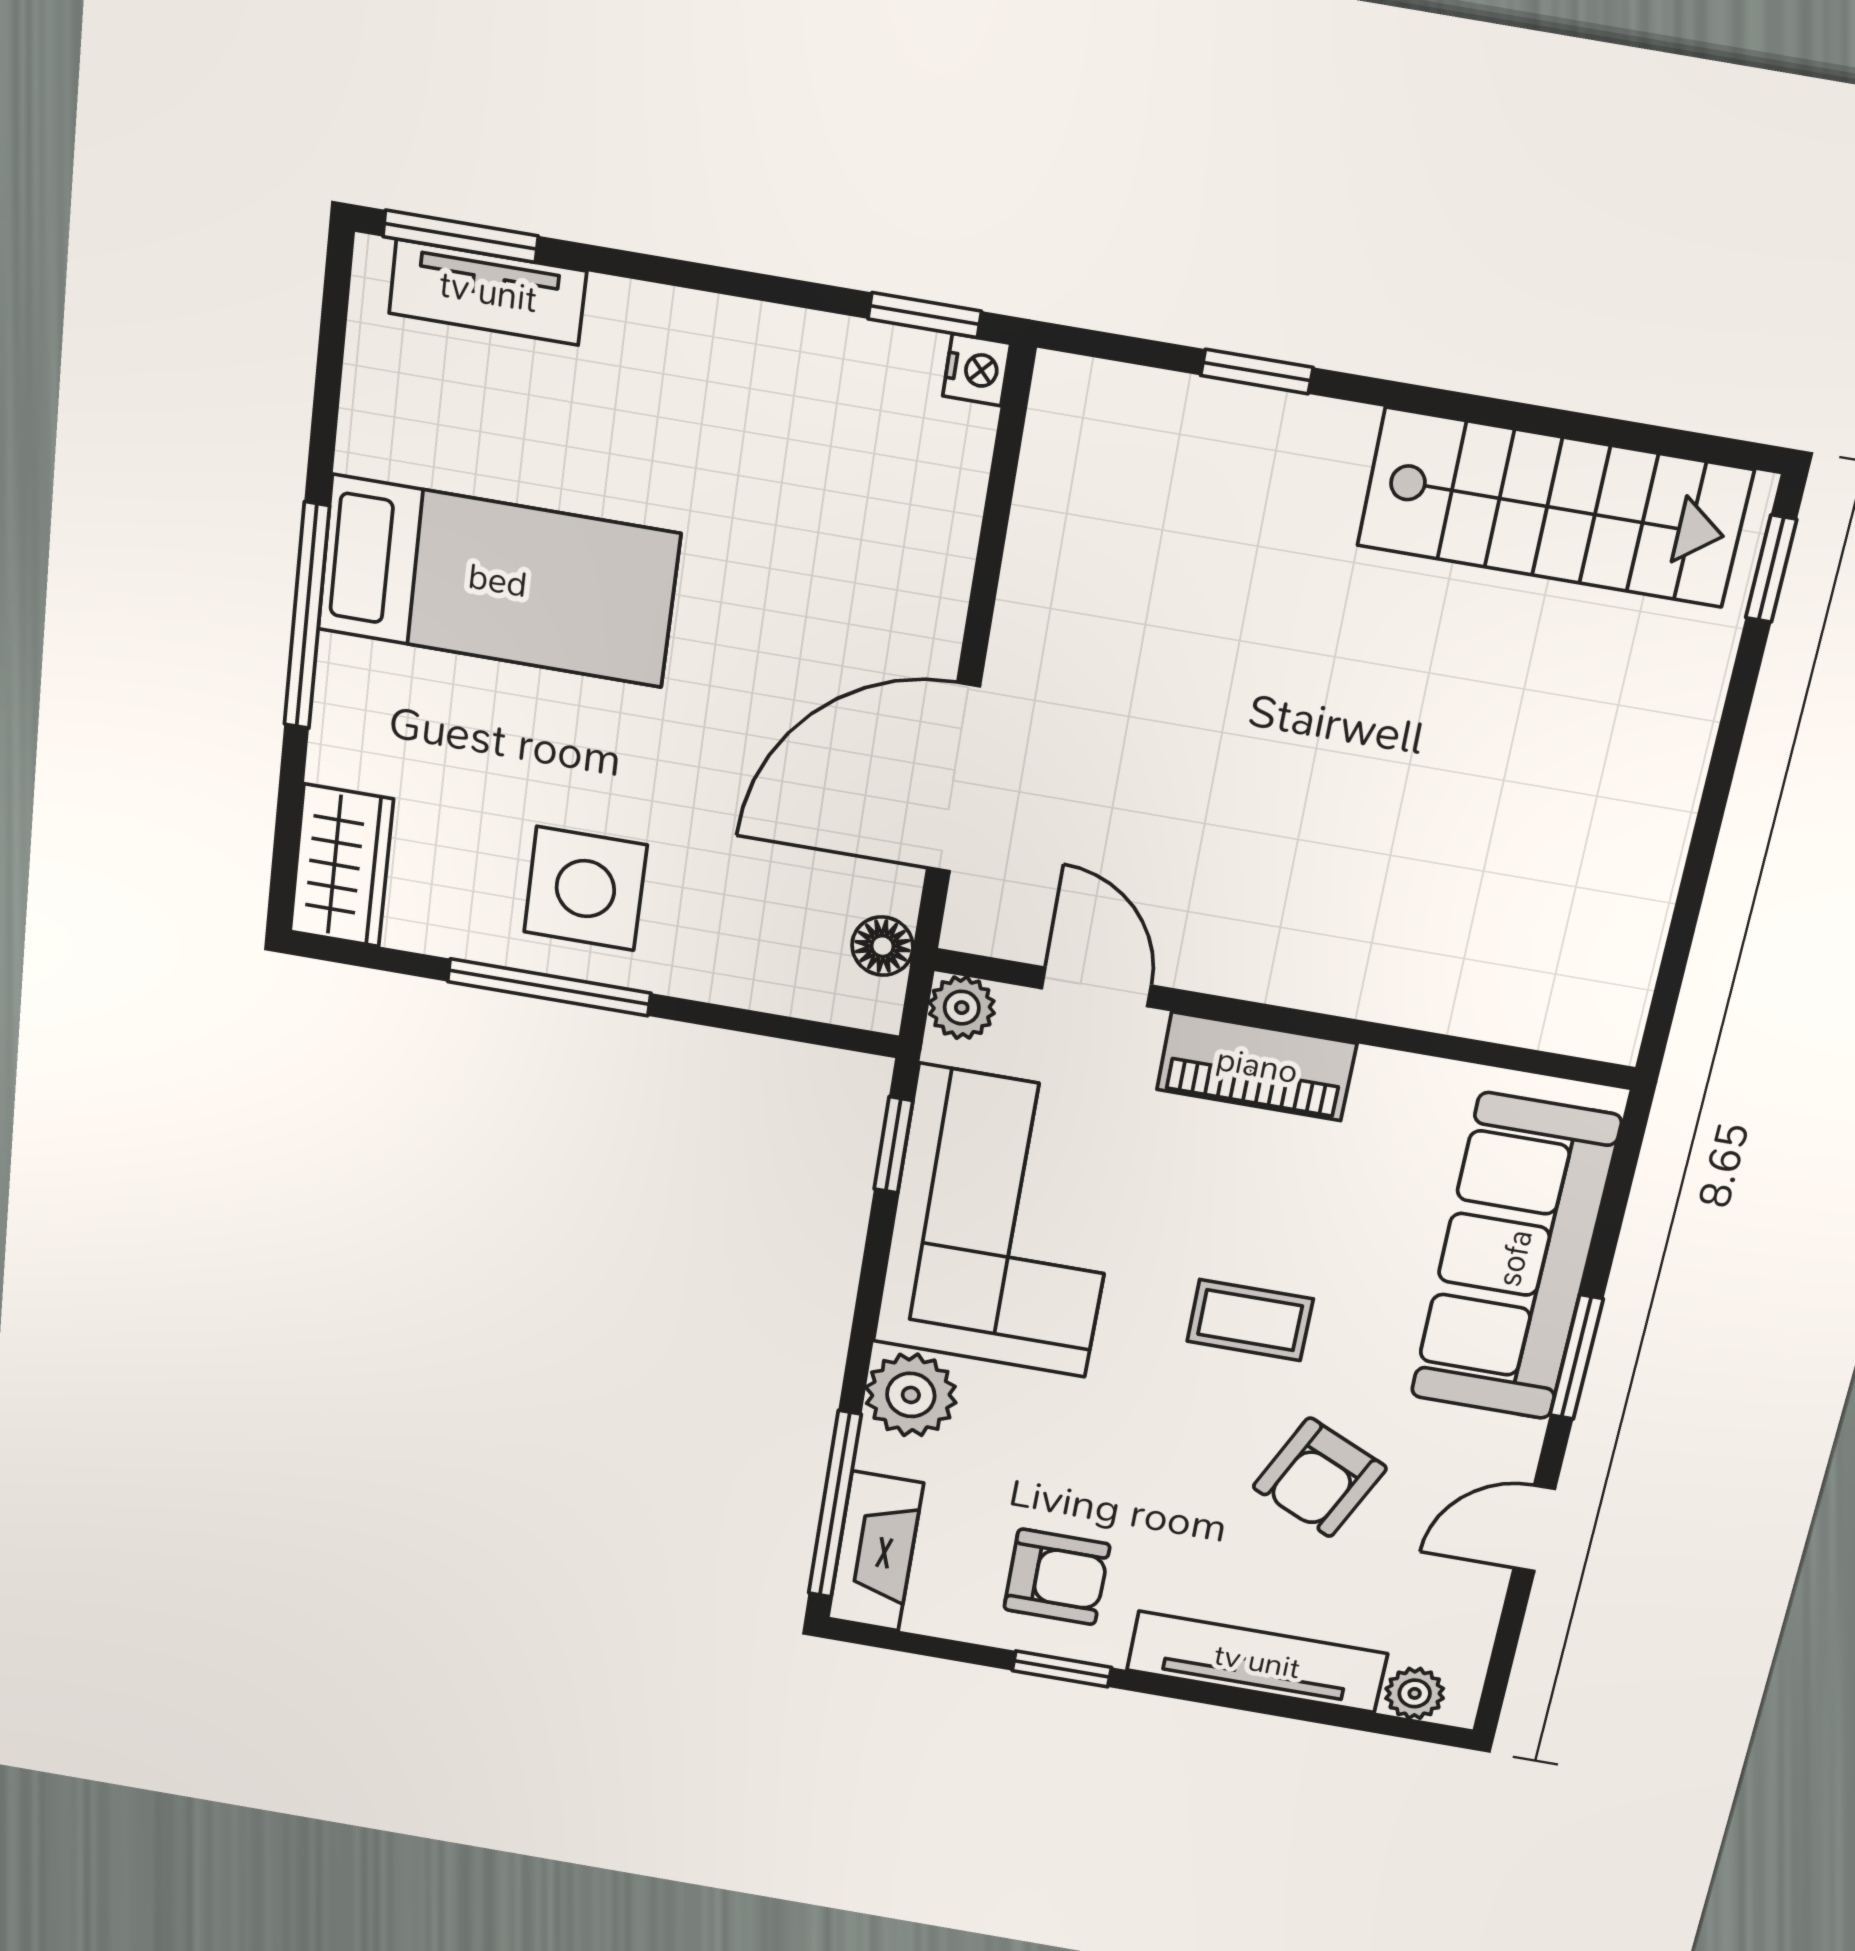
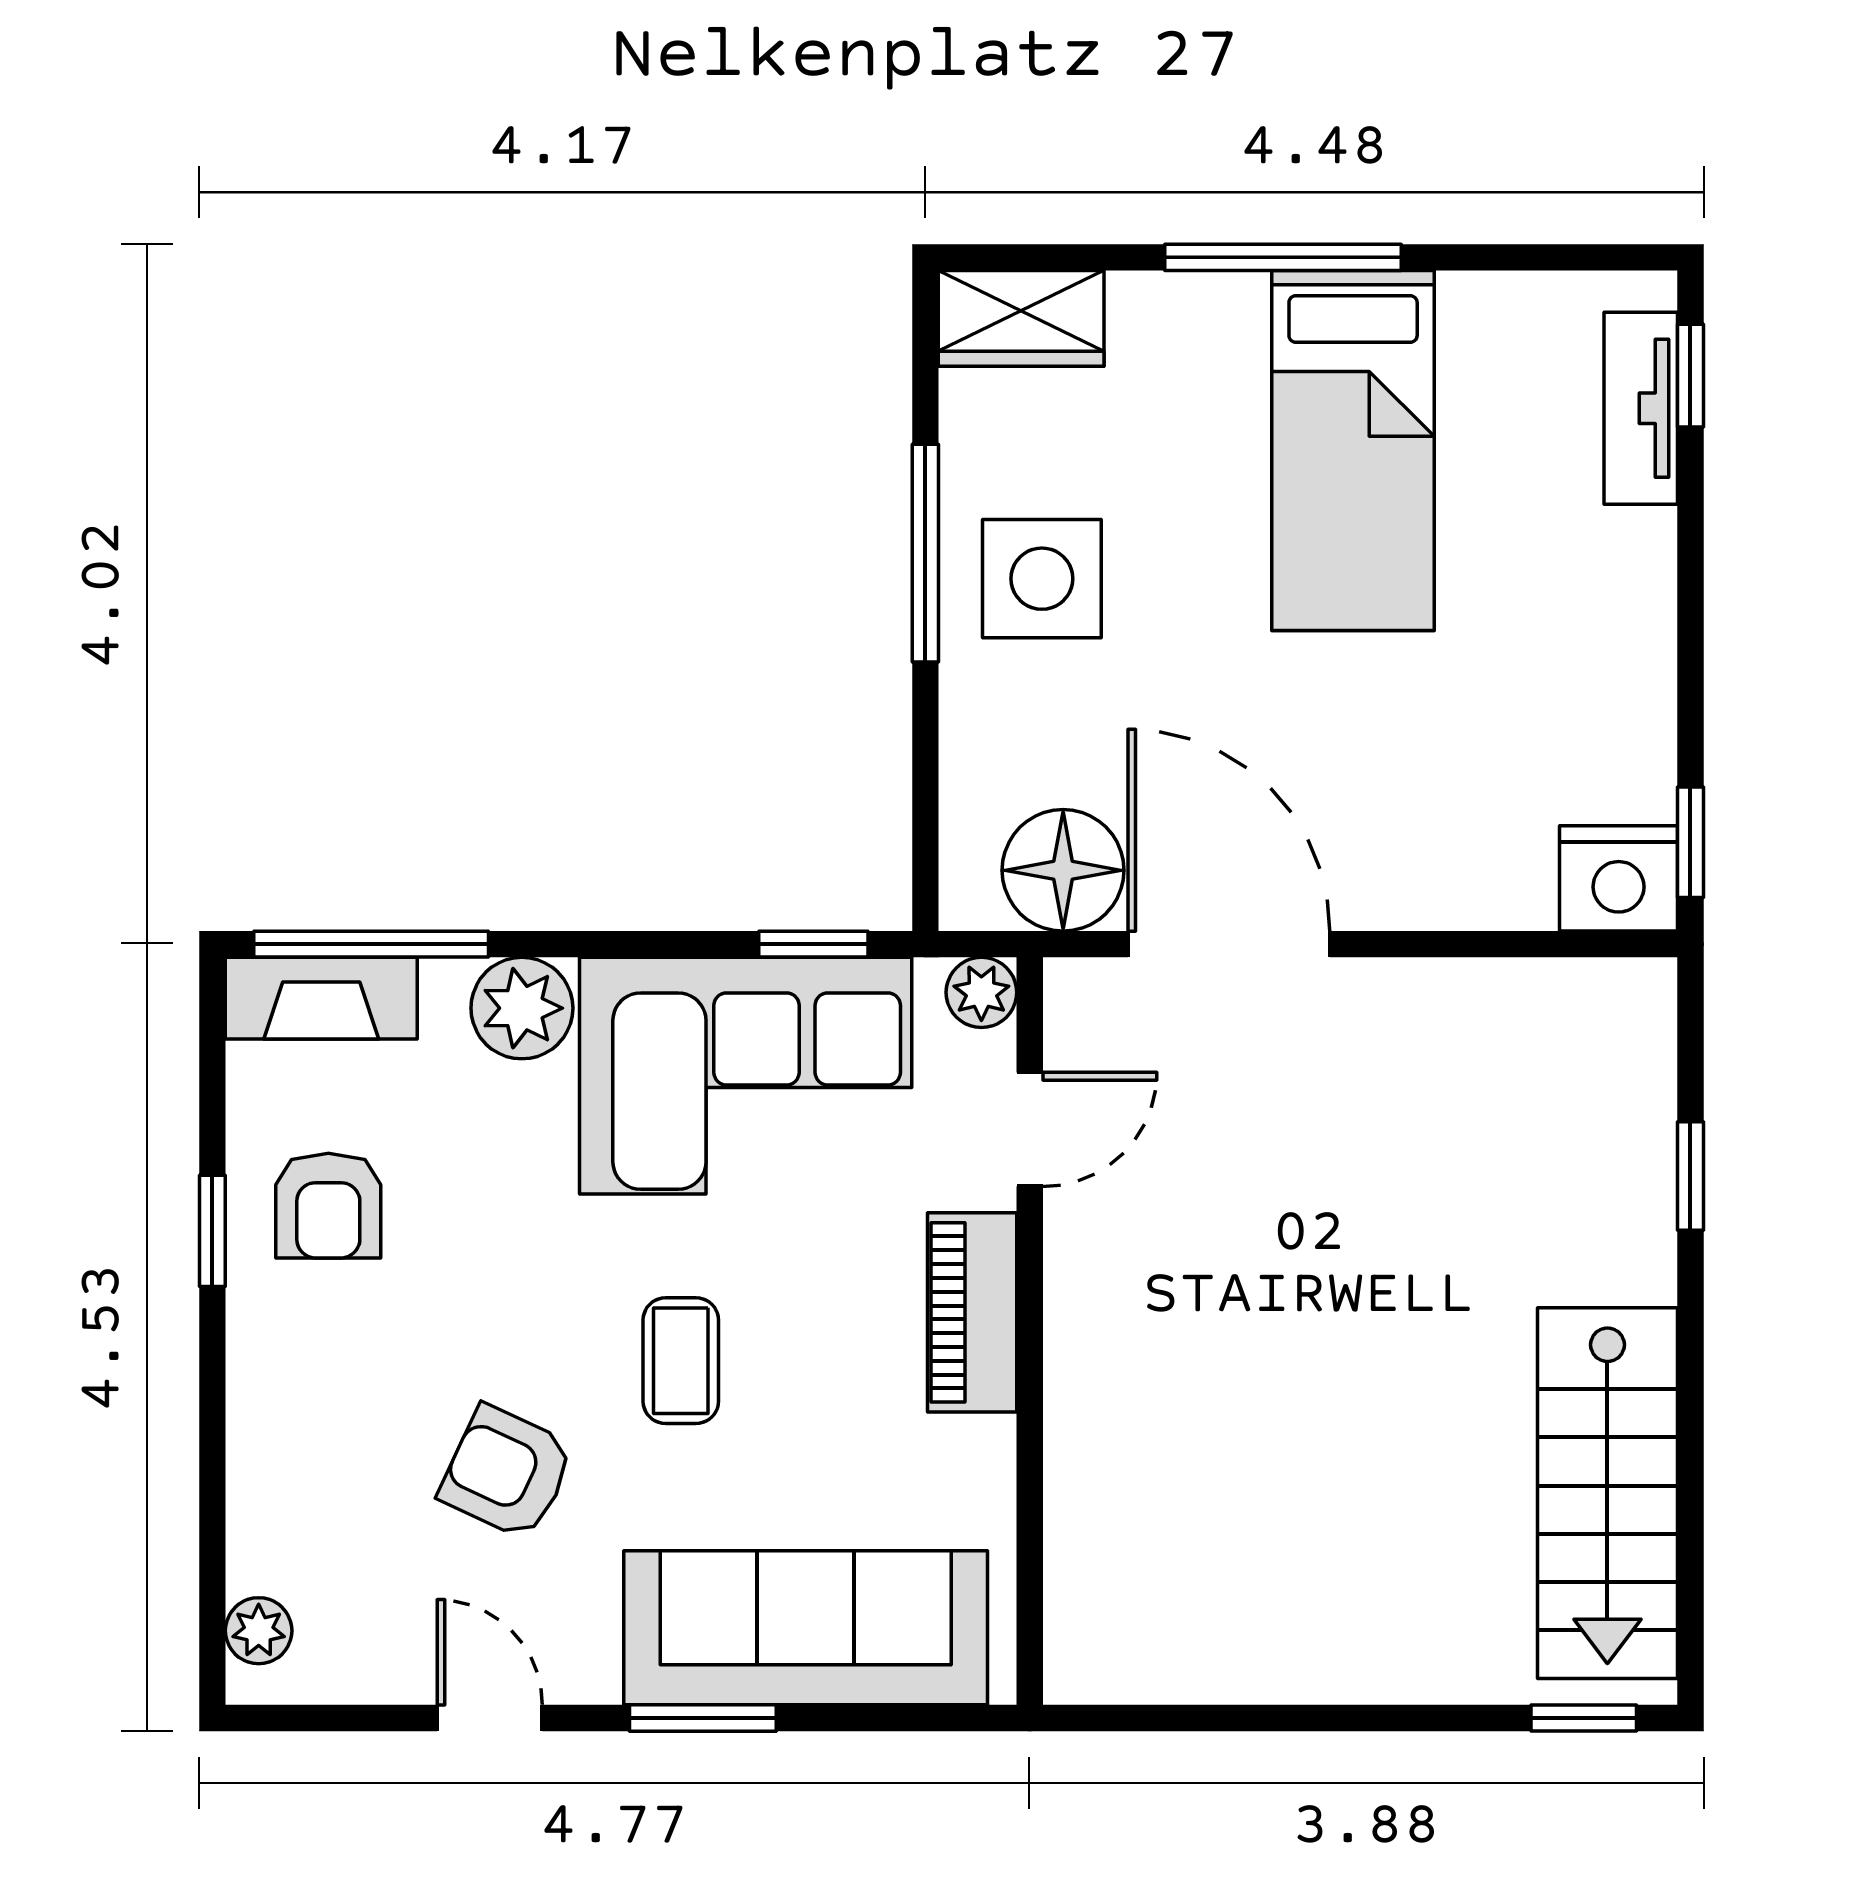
window: (461, 236) -> (1690, 376), width x0.67
nightstand: (977, 370) -> (1619, 878), width x1.89, depth x1.79
floor lamp: (882, 946) -> (1063, 870), width x1.89, depth x1.89
tv unit: (1257, 1662) -> (264, 1447), removed

